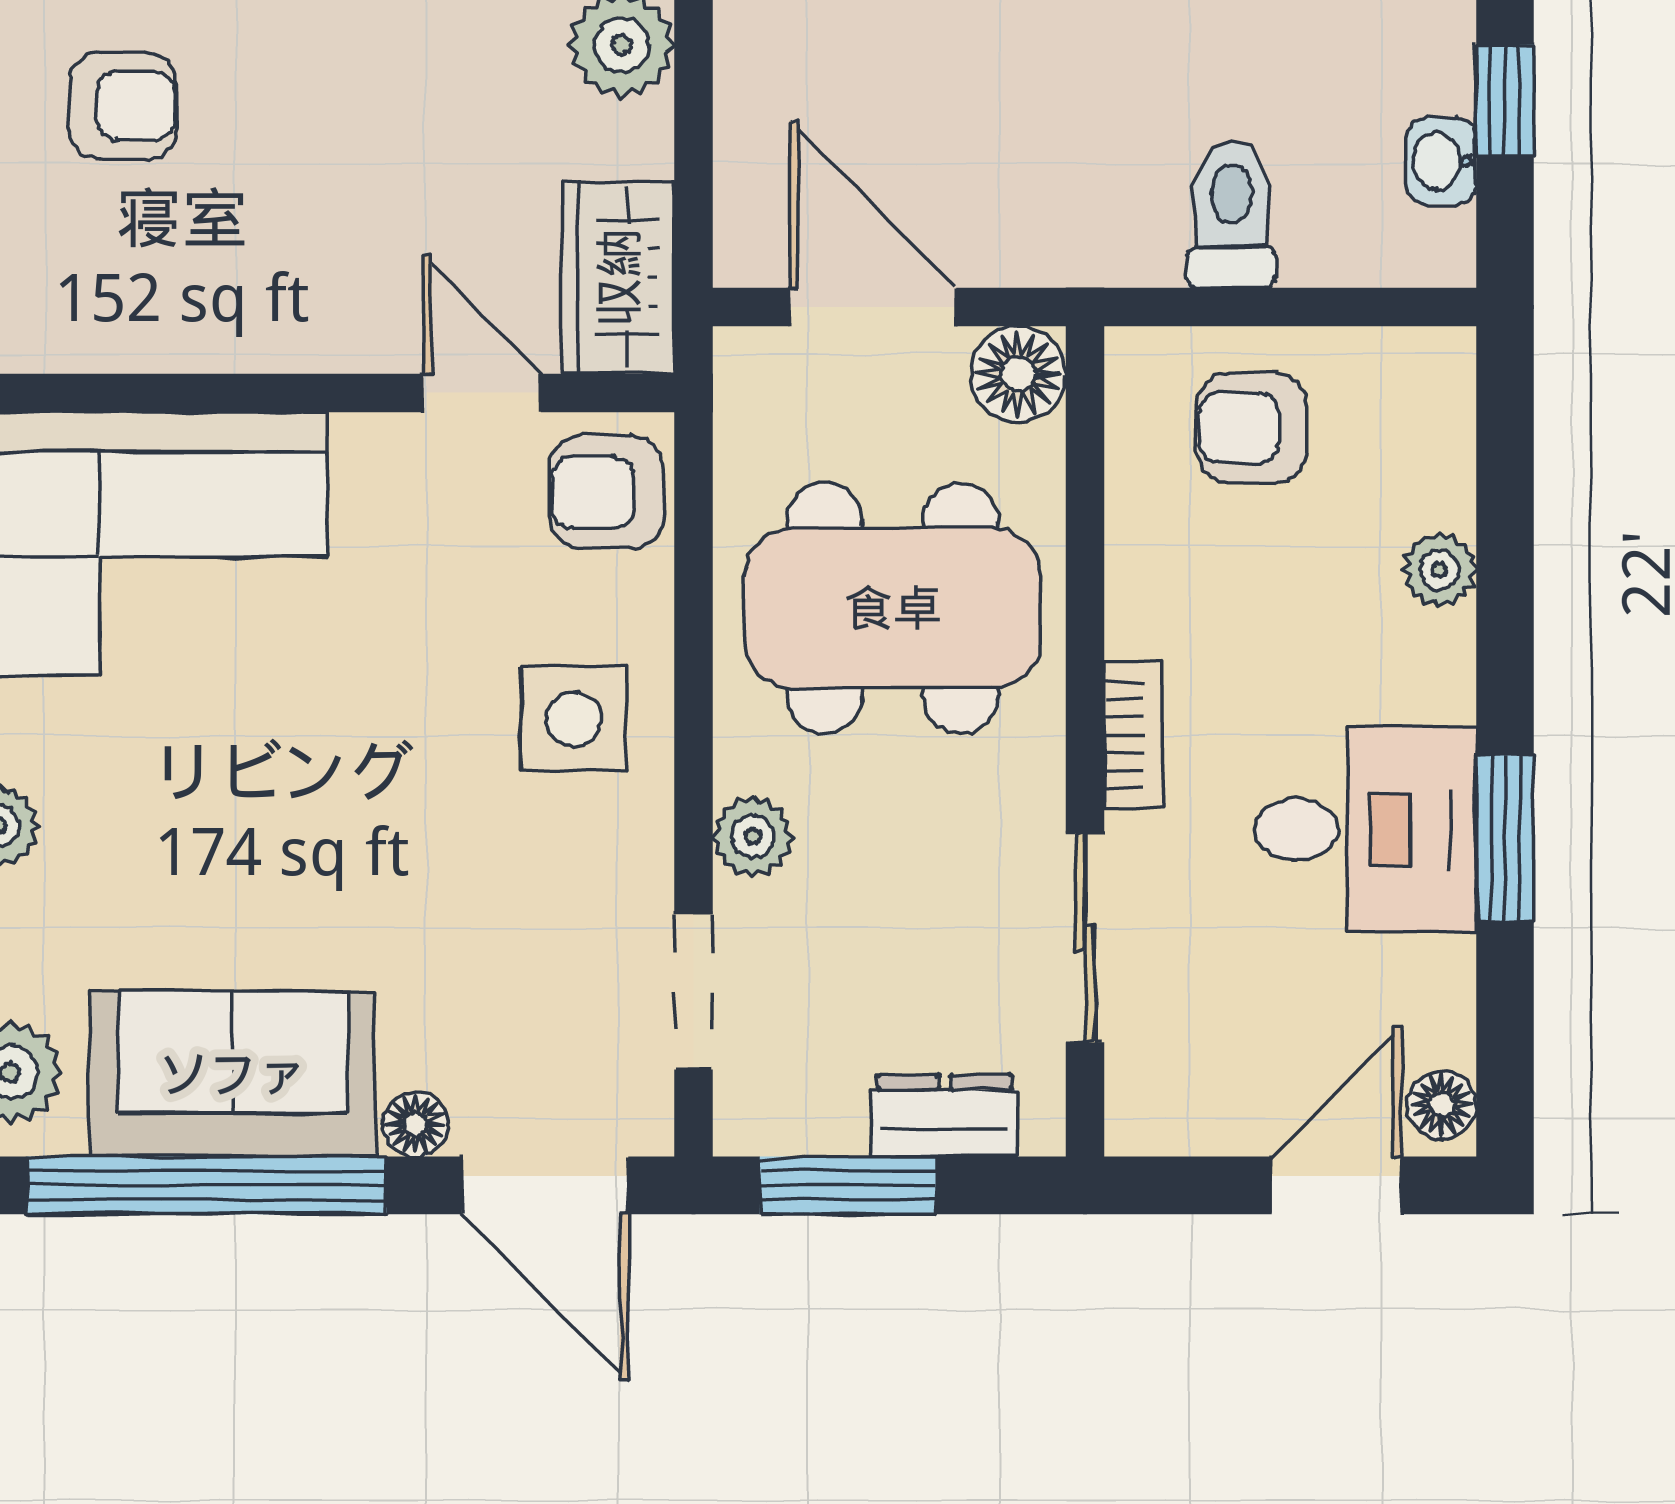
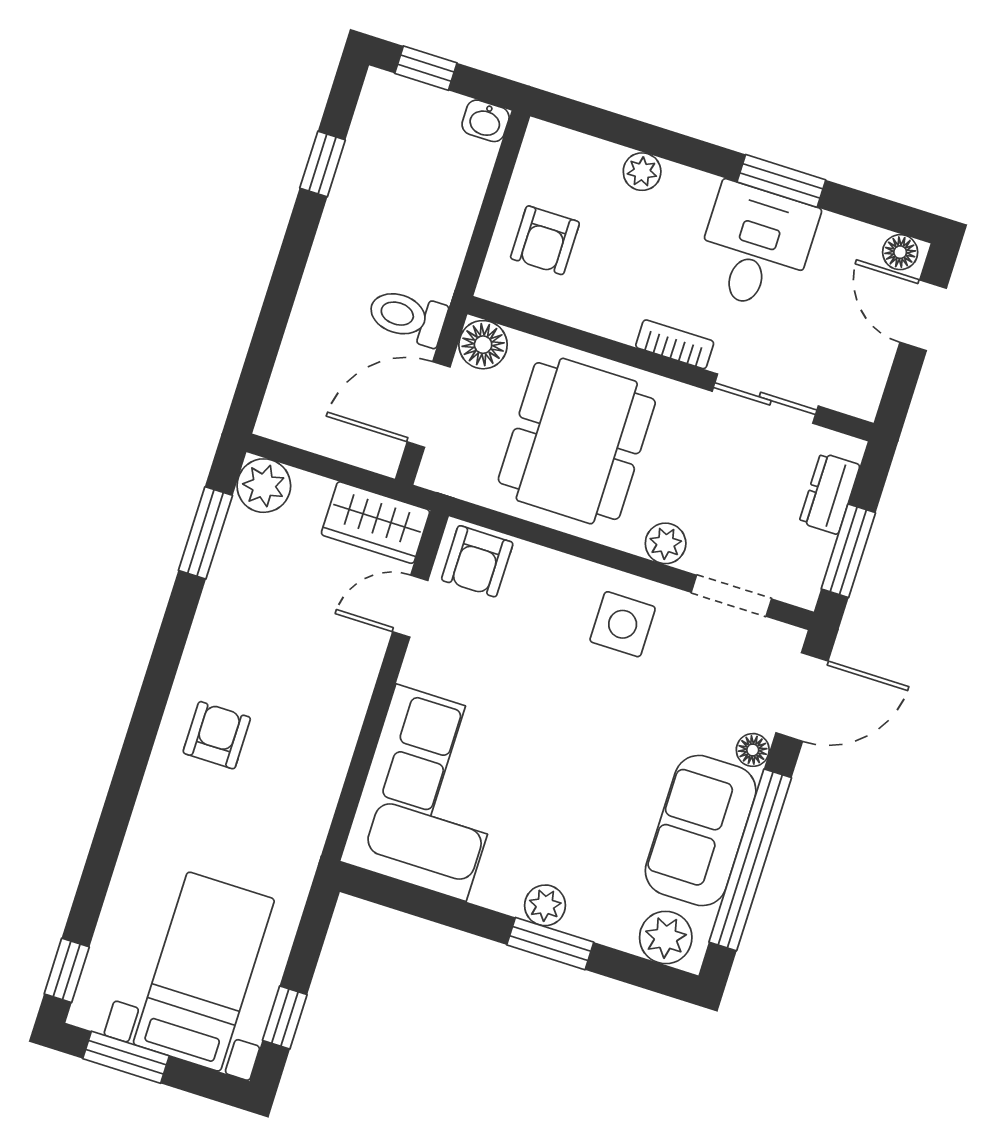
washbasin: (1441, 161) -> (486, 121), moved
toilet: (1231, 214) -> (407, 317), moved
side table: (574, 719) -> (623, 624), moved

